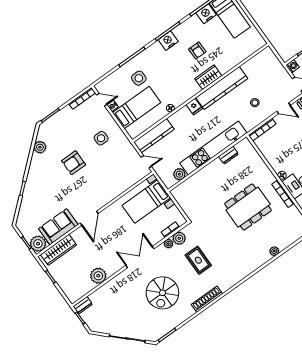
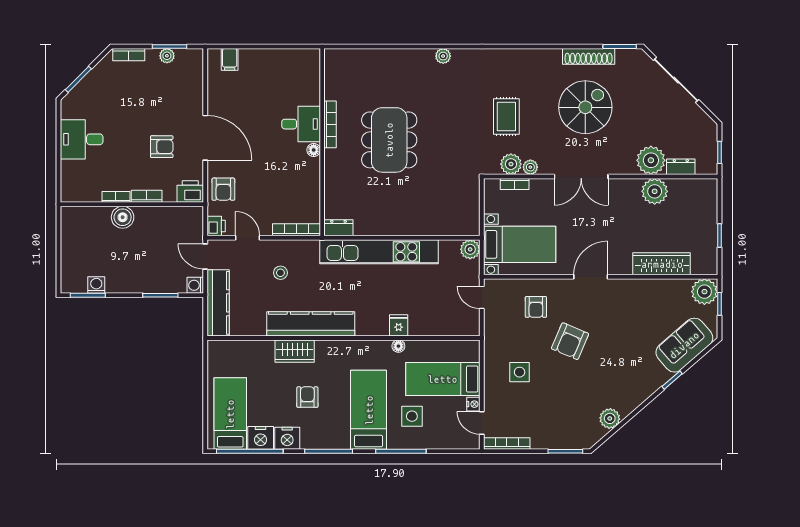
nightstand: (168, 41) -> (287, 438), moved
bed: (163, 66) -> (369, 410), added
wardrobe: (208, 77) -> (295, 351), moved
fridge: (194, 107) -> (399, 325), moved
kitchen counter: (154, 136) -> (218, 303), moved, turned 90
dresser: (228, 155) -> (338, 228), moved
armchair: (74, 163) -> (570, 341), moved, turned 113
plant: (179, 174) -> (470, 249), moved
armchair: (116, 176) -> (536, 307), added
dining table: (248, 207) -> (389, 140), turned 90
door: (89, 218) -> (591, 277), moved
sofa: (58, 227) -> (684, 345), moved, turned 139
wardrobe: (59, 250) -> (662, 264), moved
plant: (274, 251) -> (443, 56), moved
plant: (111, 290) -> (651, 160), added
shoe rack: (207, 299) -> (589, 56), moved
dresser: (83, 305) -> (681, 167), moved

